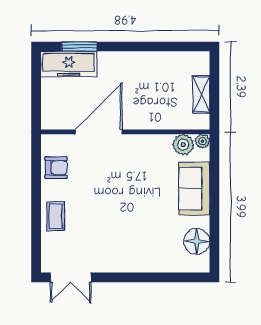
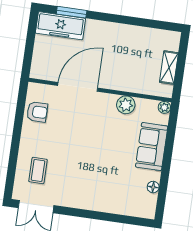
plant: (183, 145) -> (126, 105), moved
coffee table: (56, 216) -> (38, 170), moved
floor lamp: (197, 241) -> (153, 187), width x0.53, depth x0.53

